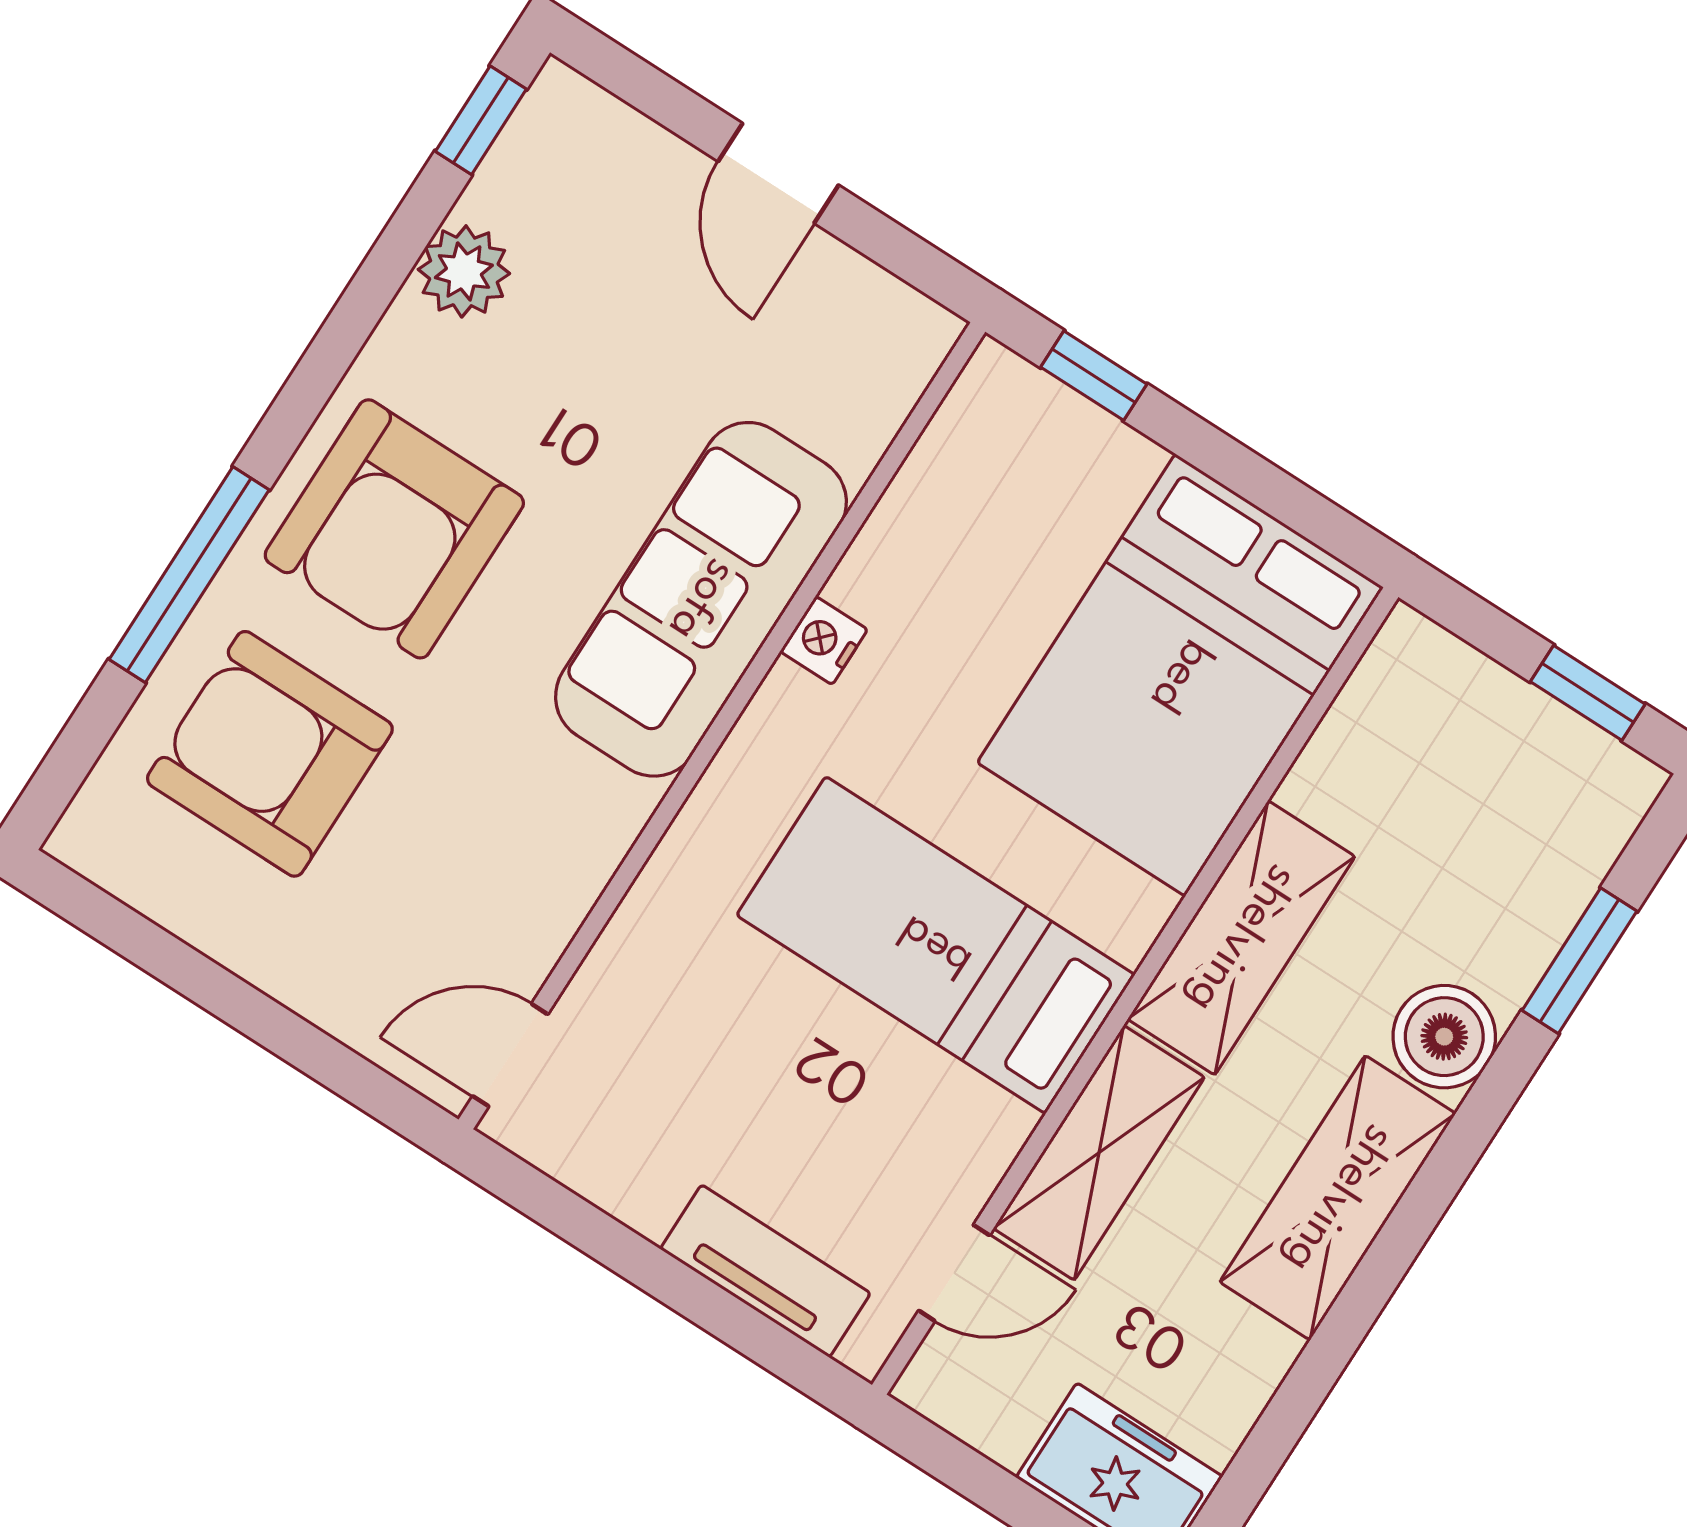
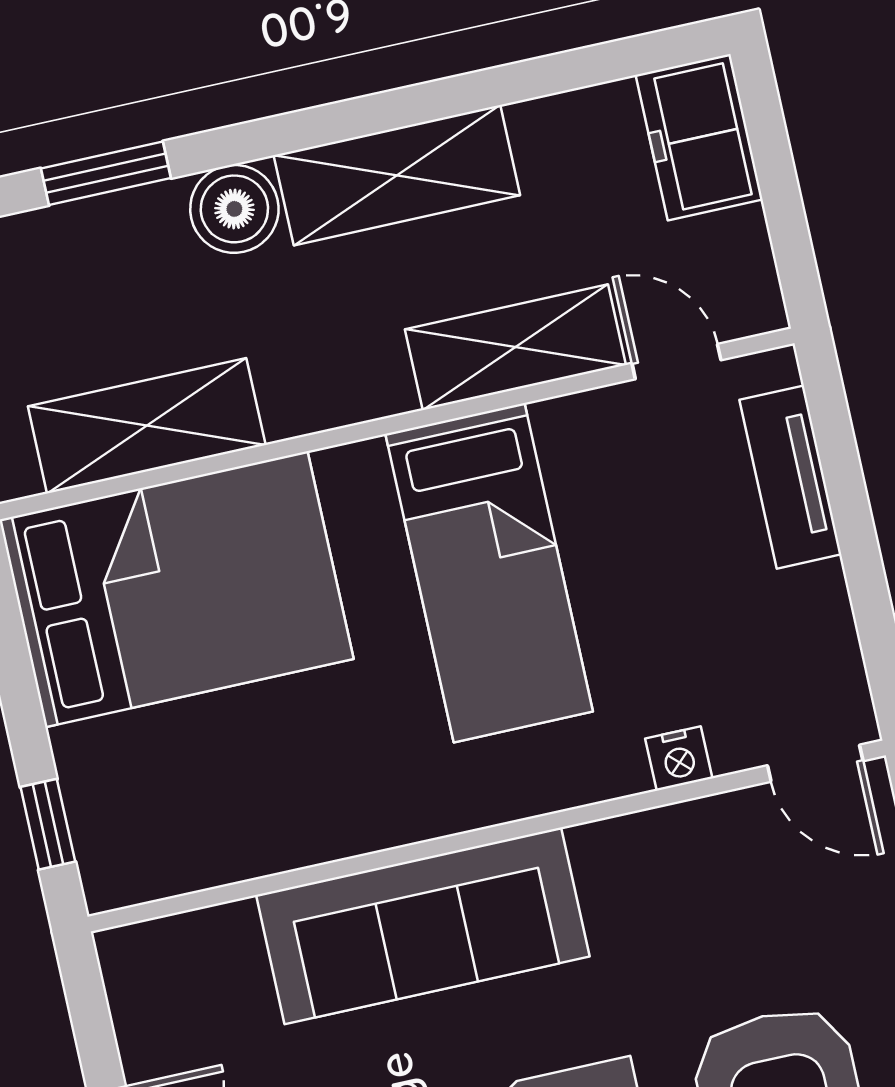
nightstand: (824, 640) -> (679, 758), moved
shelving: (1241, 938) -> (147, 426), moved

